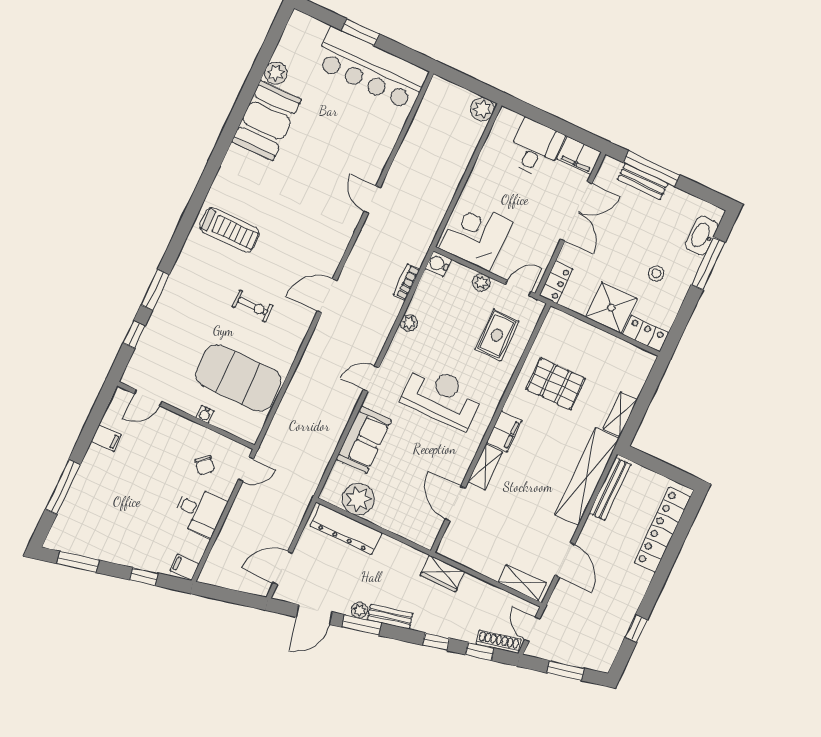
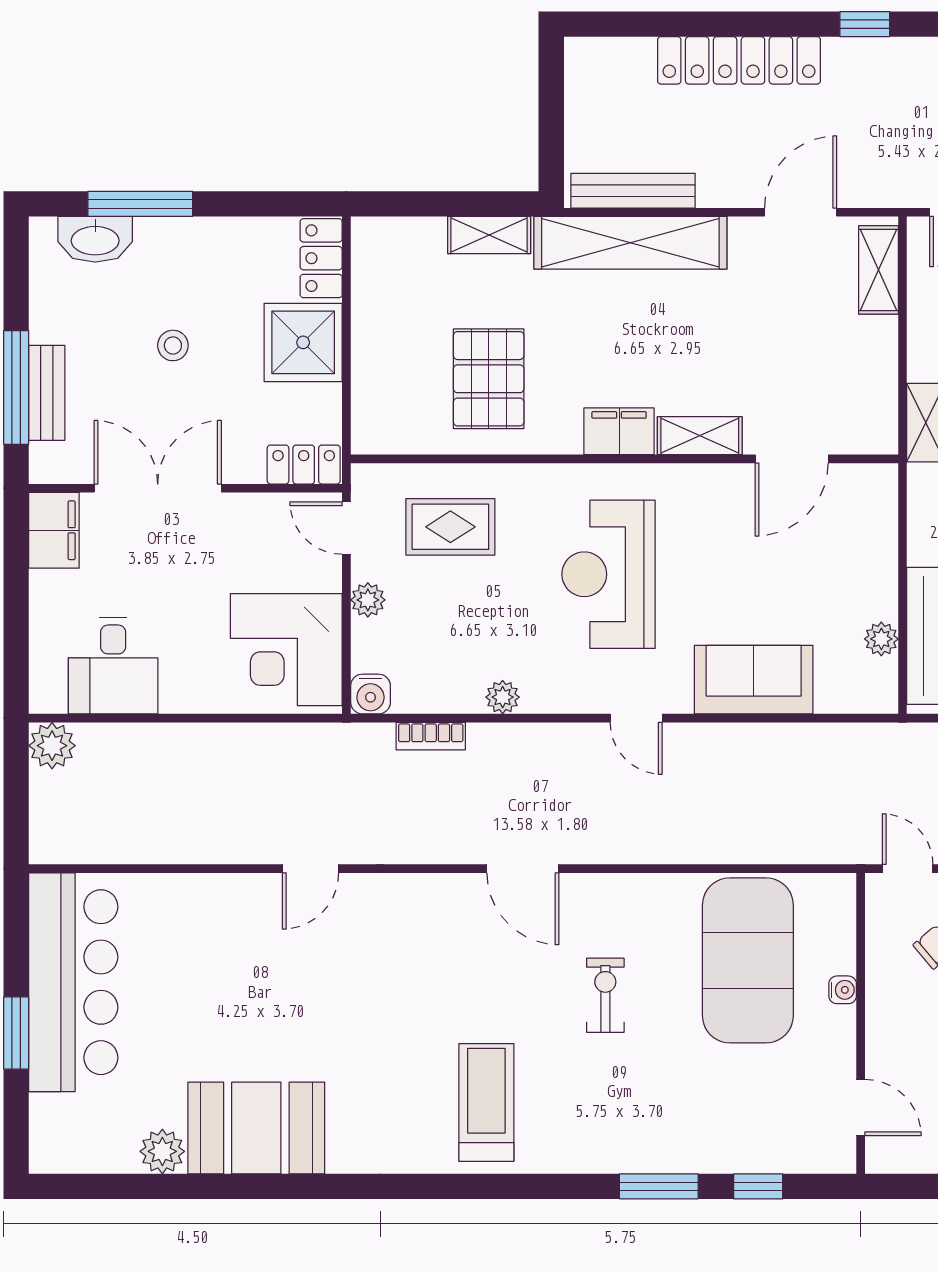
desk: (535, 148) -> (113, 666), moved, turned -90
stool: (656, 273) -> (173, 345), moved
plant: (358, 499) -> (881, 639), width x0.53, depth x0.53
locker: (662, 530) -> (739, 60), moved

